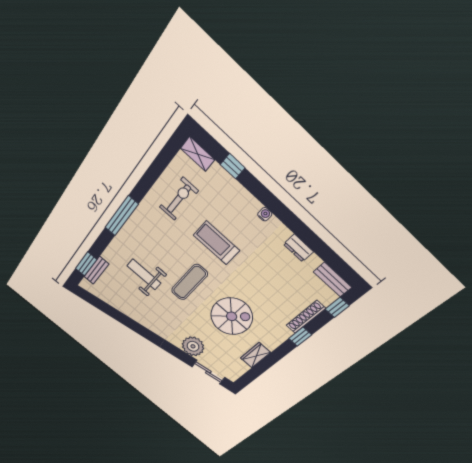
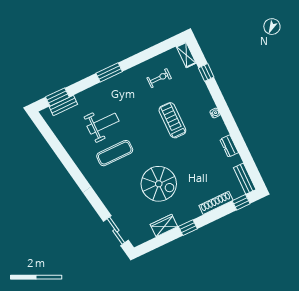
exercise bike: (179, 199) -> (159, 78), width x0.73, depth x0.72
window: (122, 216) -> (109, 72), width x0.69
weight bench: (144, 274) -> (103, 124), turned 90
exercise mat: (189, 282) -> (115, 153), moved
window: (300, 337) -> (188, 228), moved
plant: (193, 346) -> (114, 201), removed

